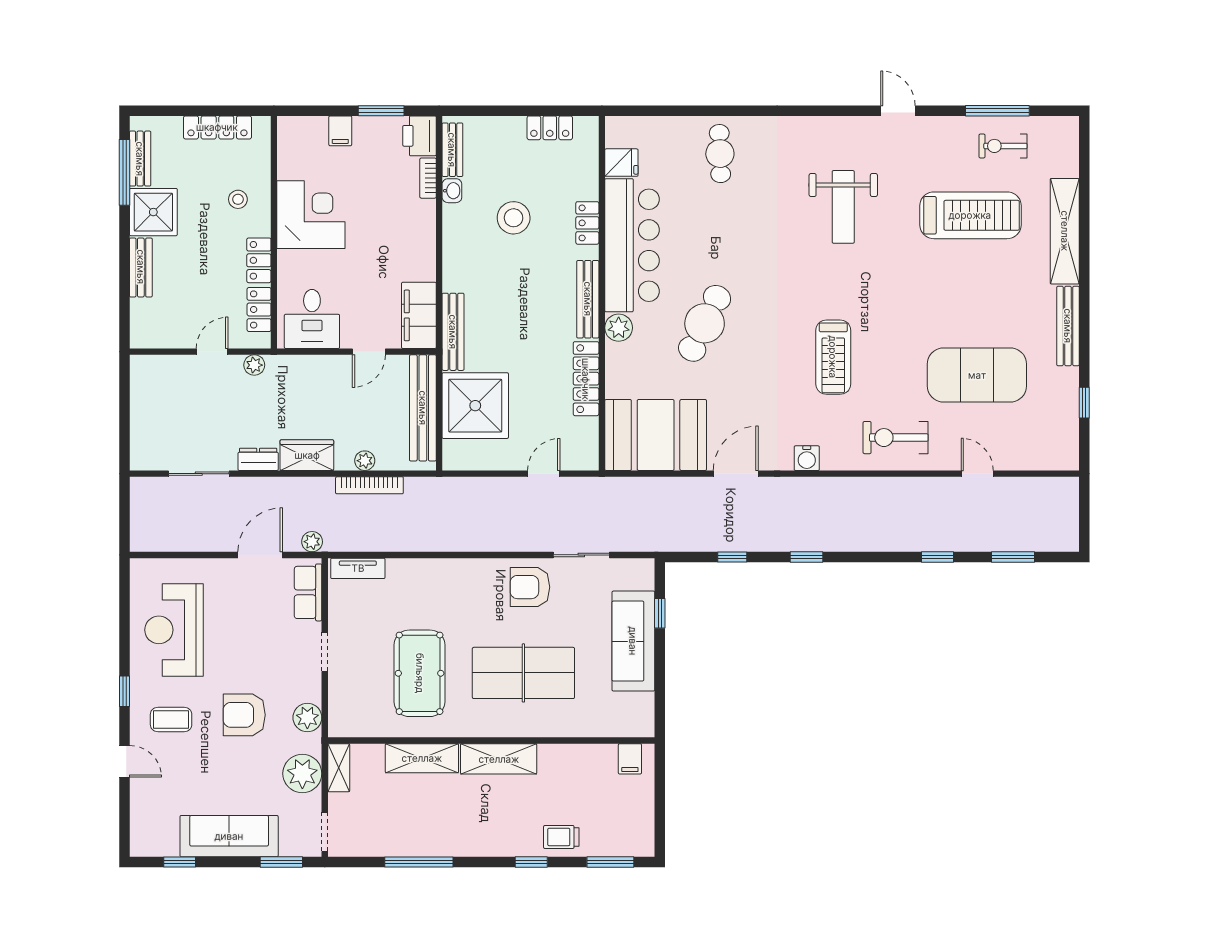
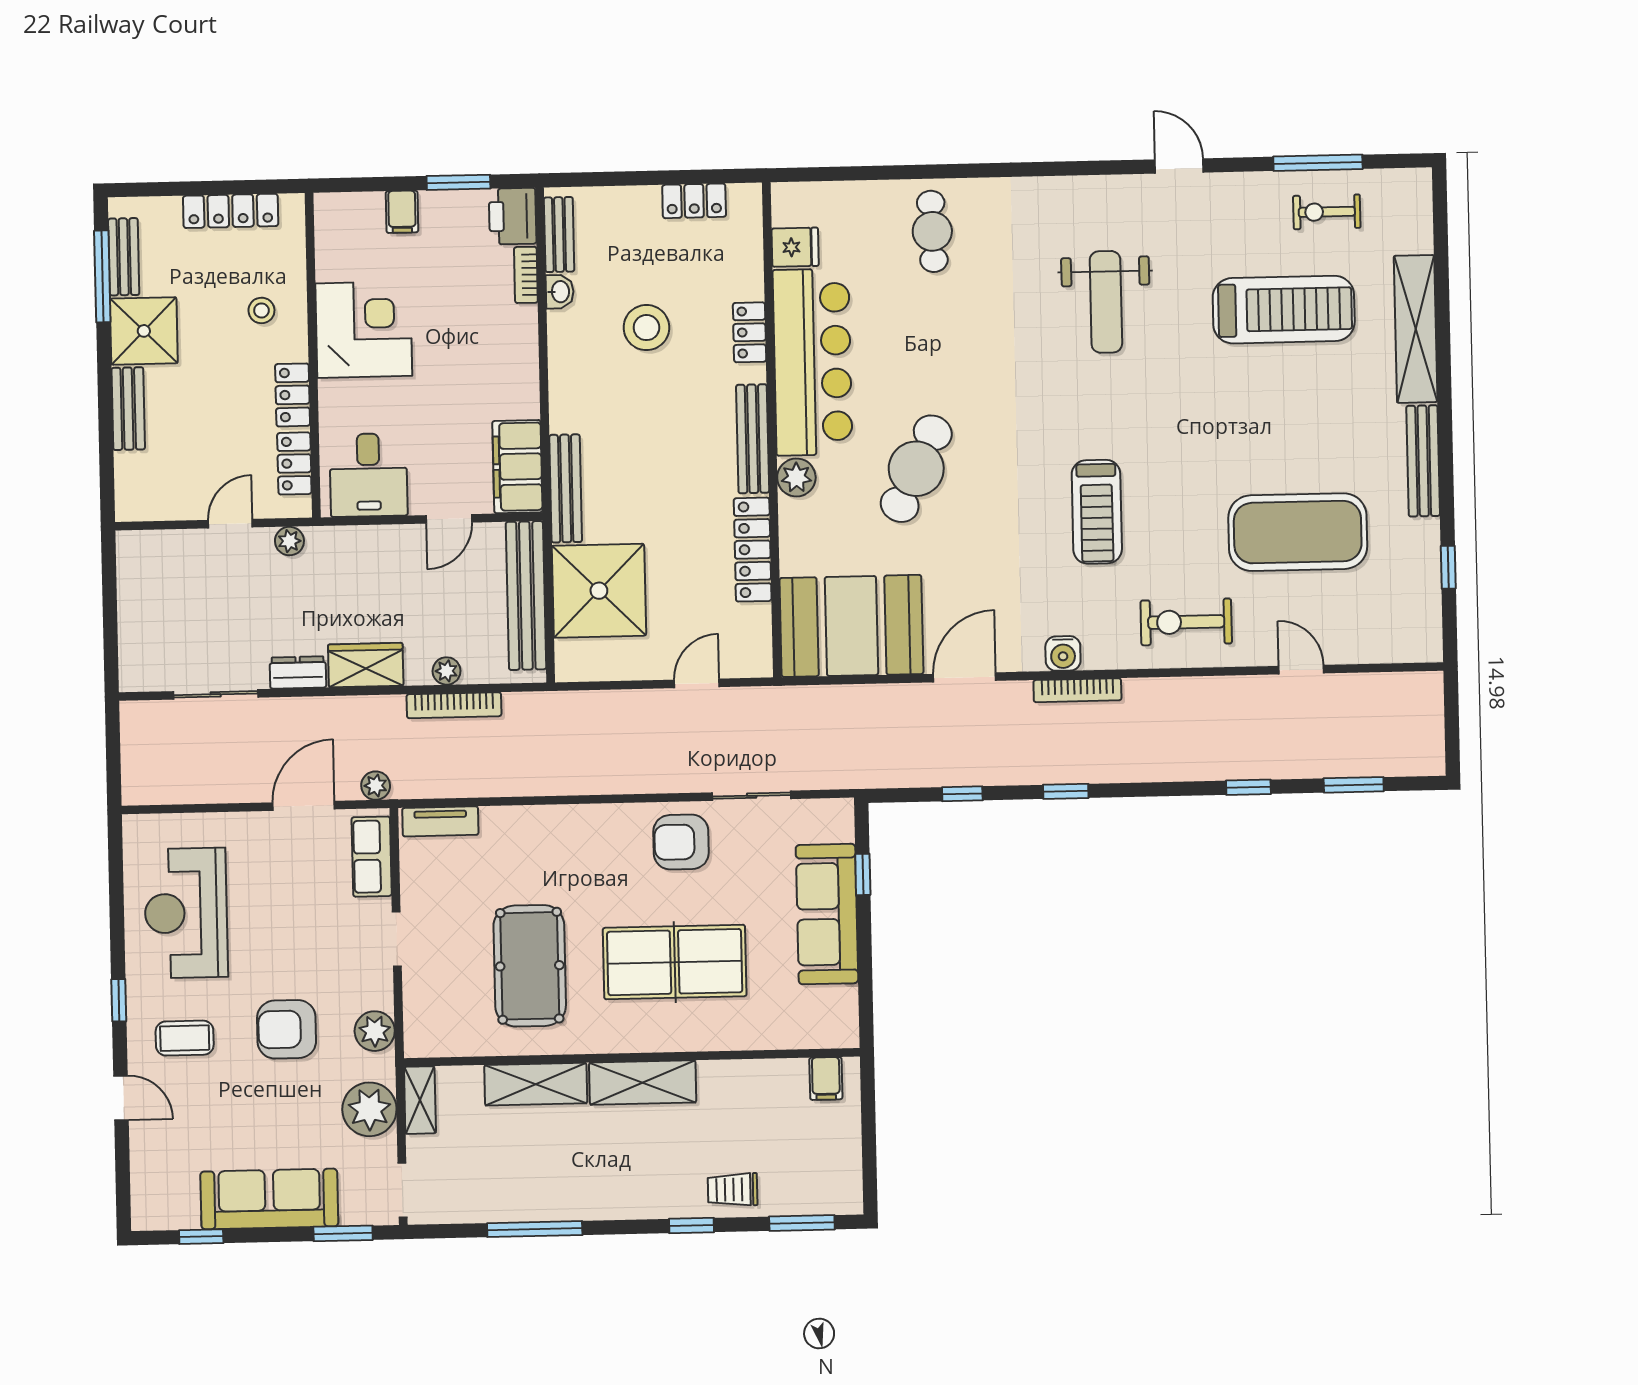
bookcase: (816, 485) -> (1077, 690), added

